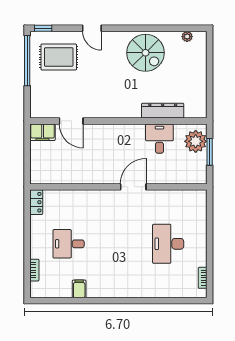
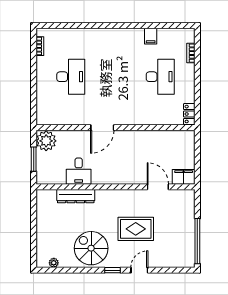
window: (43, 28) -> (113, 270), moved
door: (92, 28) -> (139, 270), hinge flipped
rug: (59, 57) -> (136, 229), moved
plant: (196, 141) -> (46, 141), moved
desk: (69, 244) -> (160, 77), width x1.37

